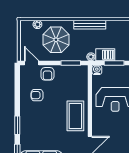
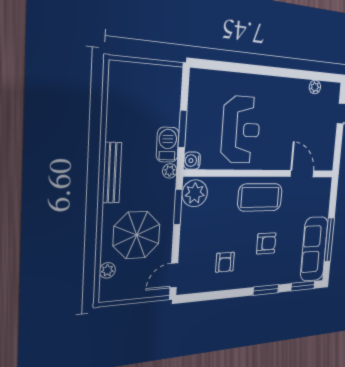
plant: (78, 73) -> (195, 193), added
armchair: (47, 74) -> (266, 243), moved

